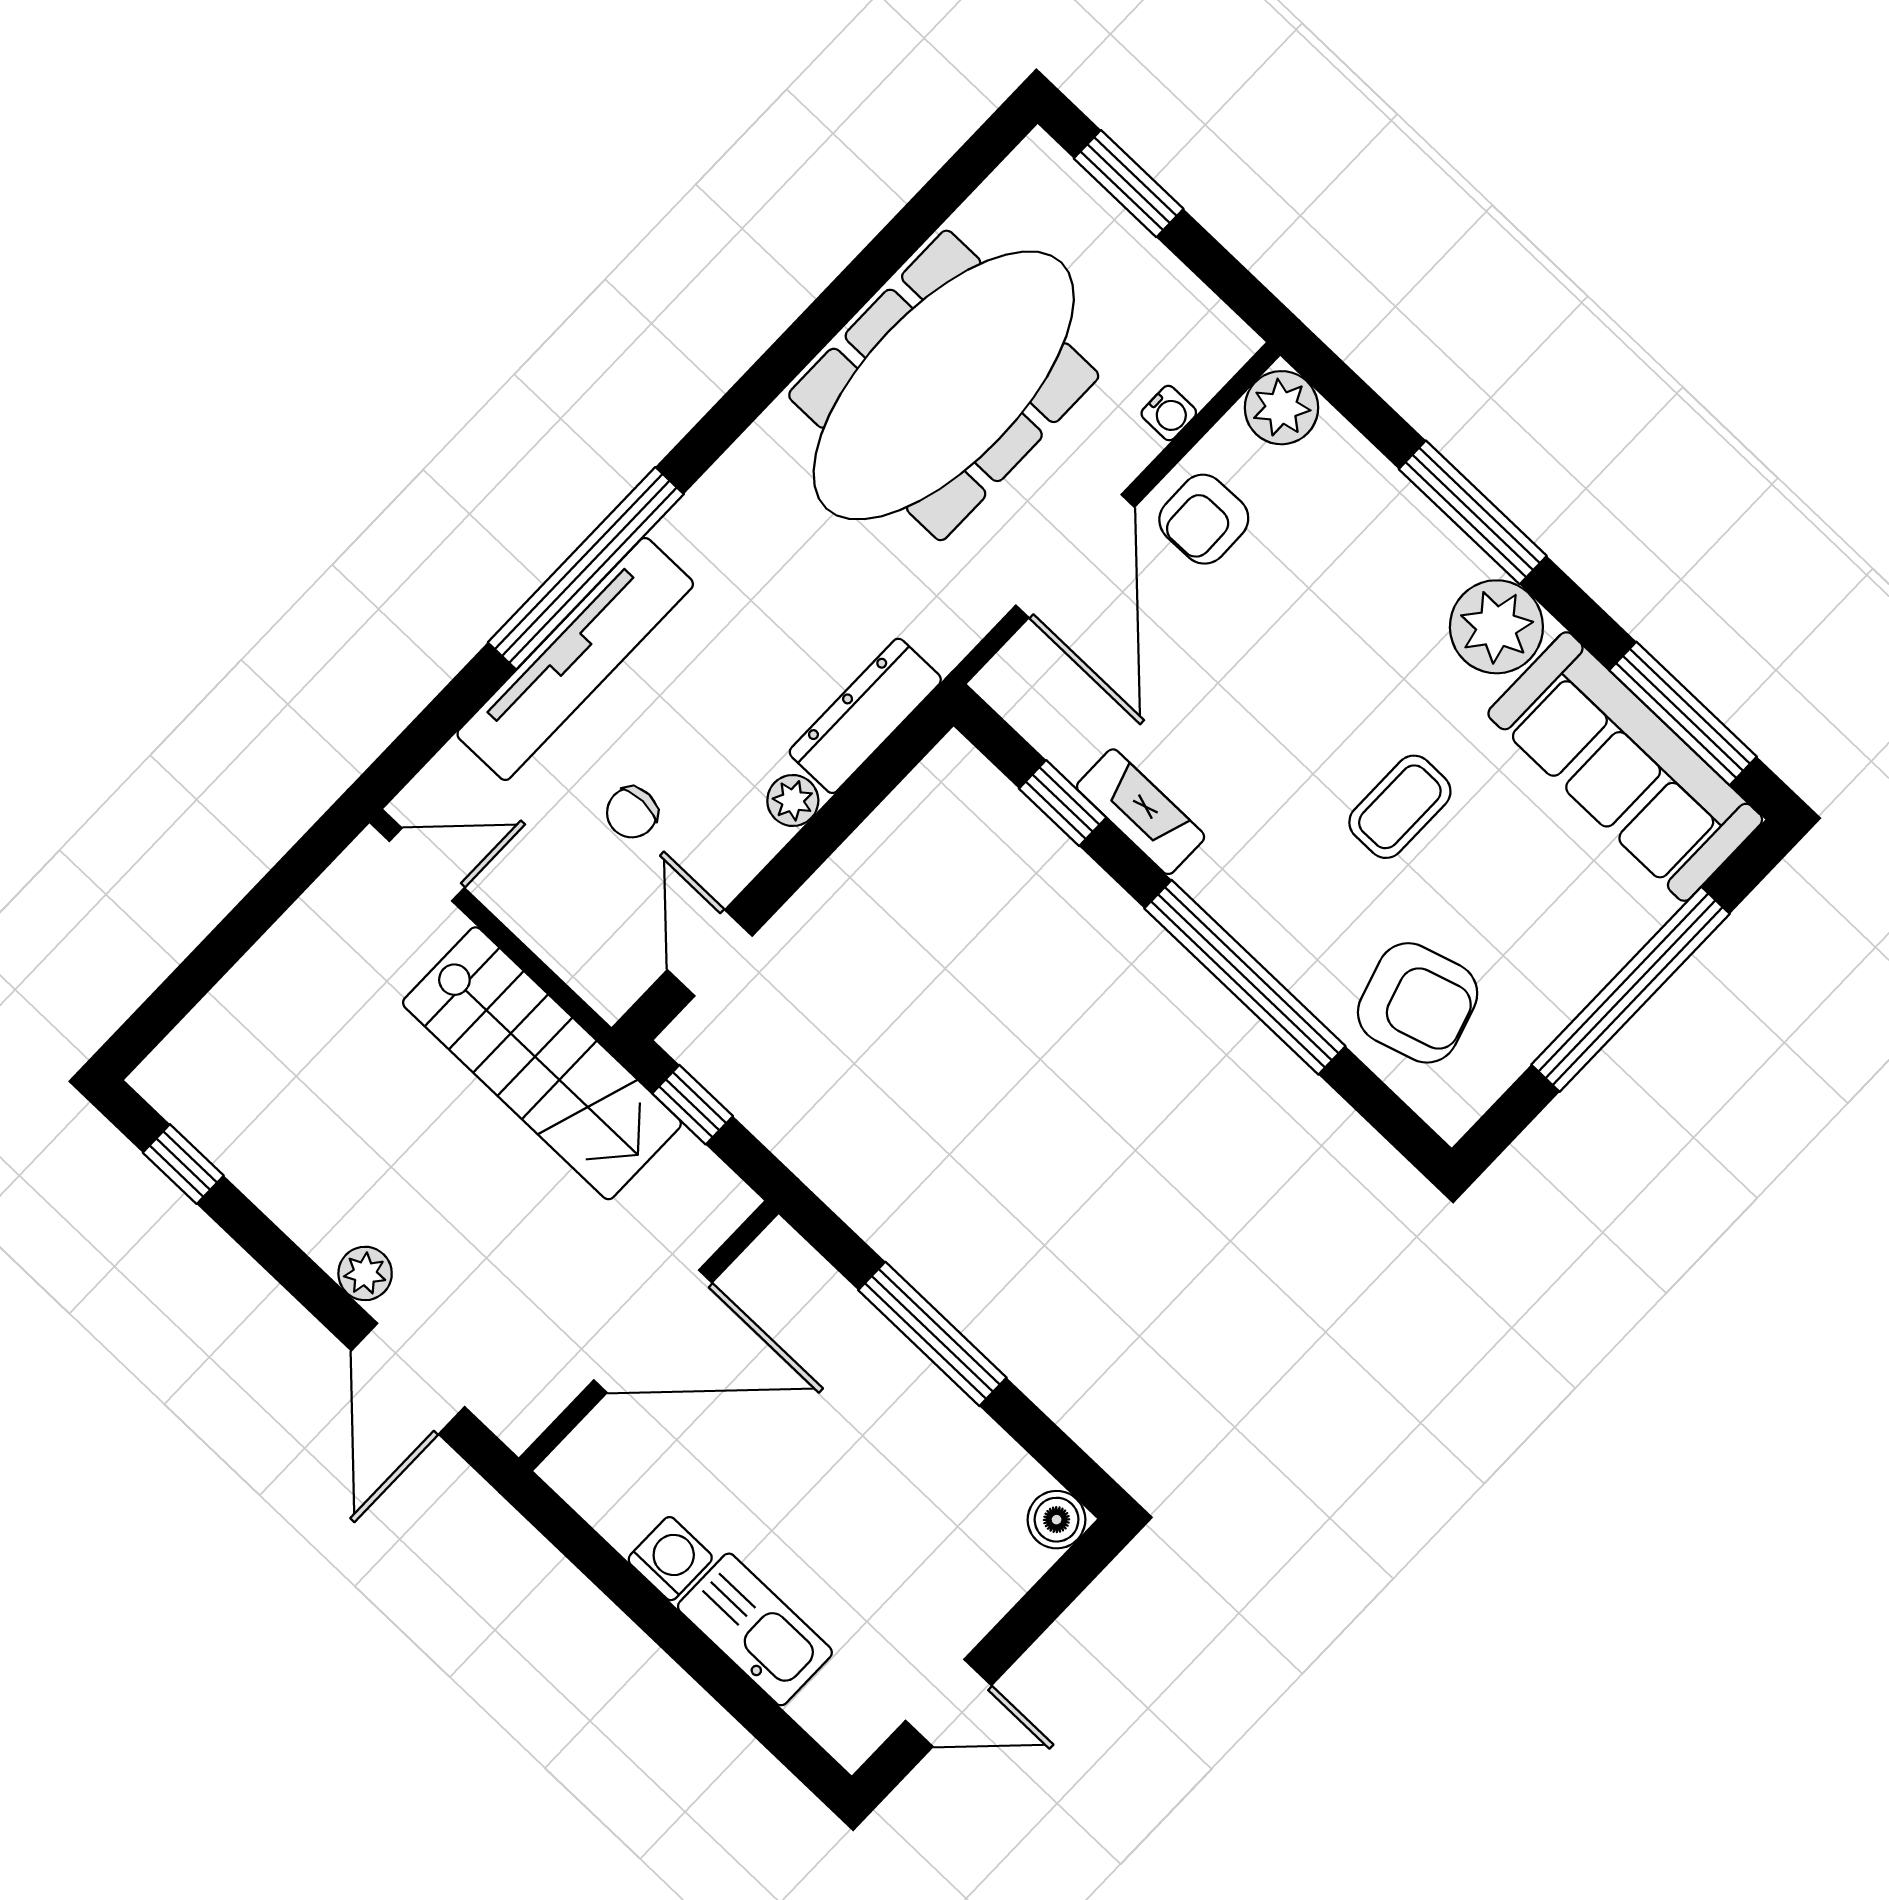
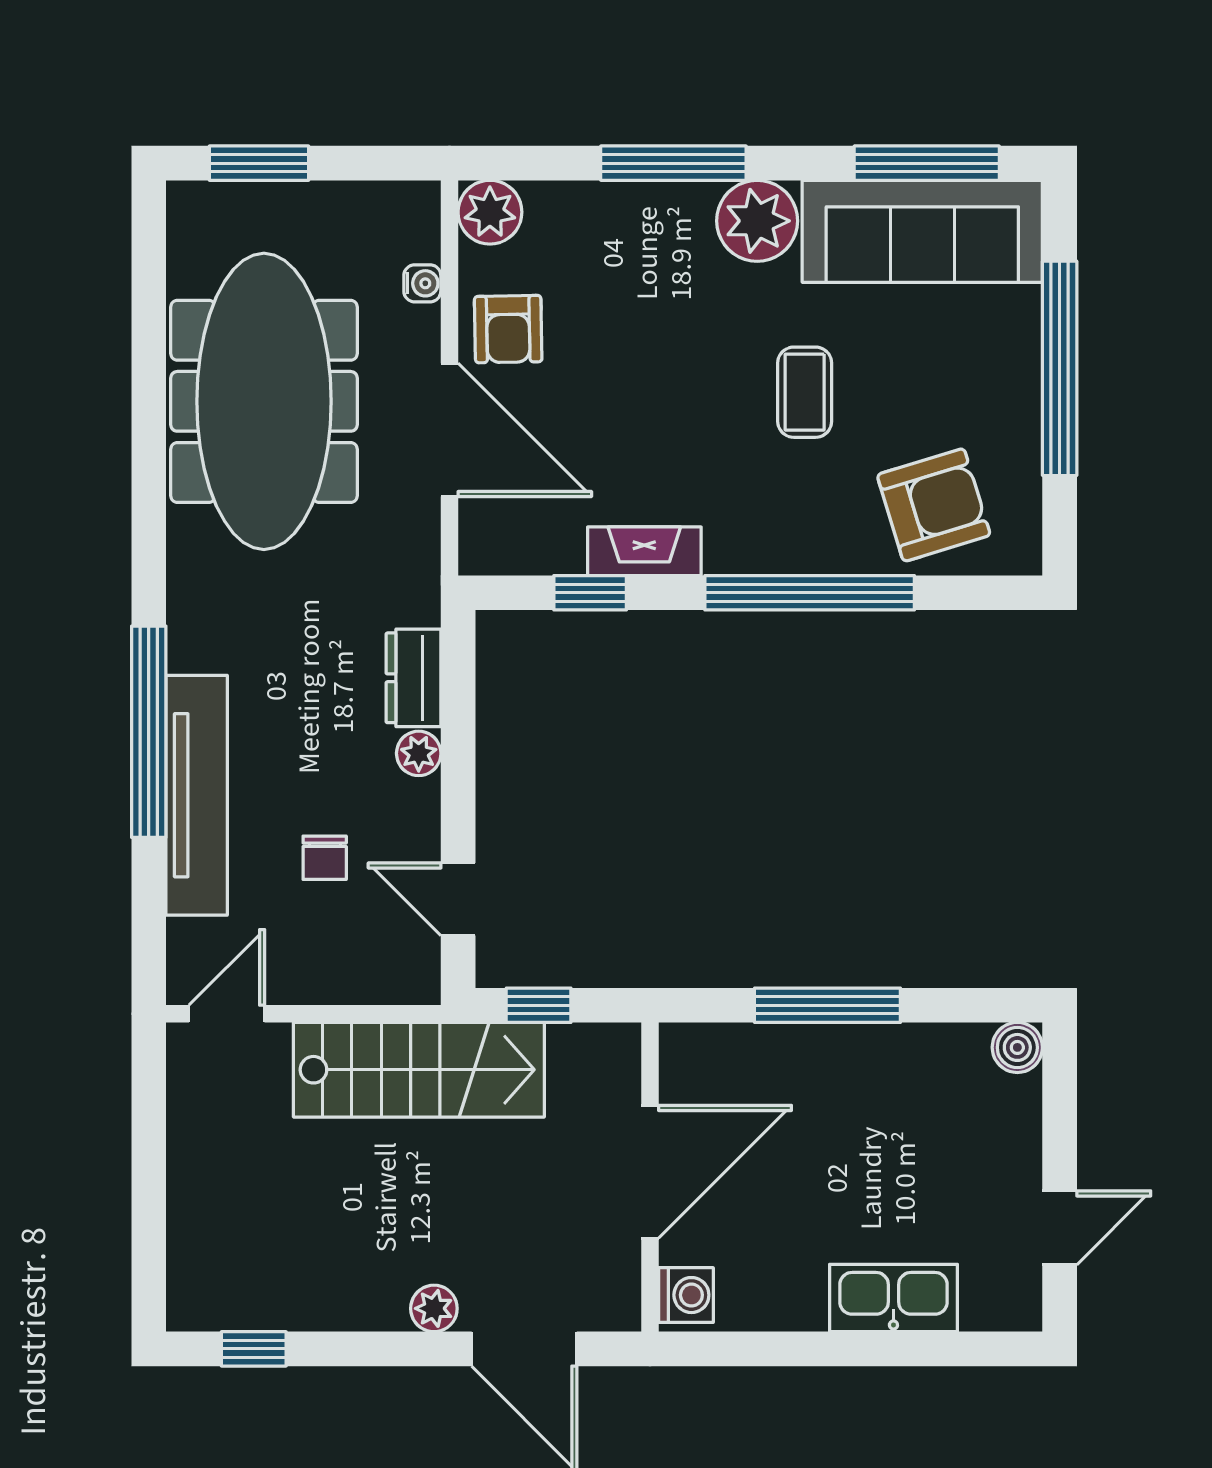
dresser: (865, 716) -> (413, 678), width x0.70
washing machine: (670, 1559) -> (686, 1295), moved, turned 90

